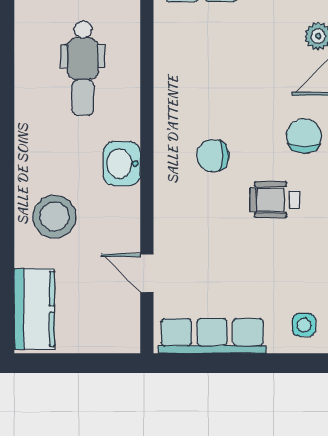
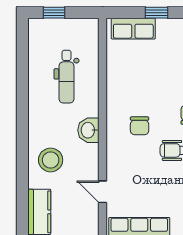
chair: (213, 156) -> (140, 126), turned -90

